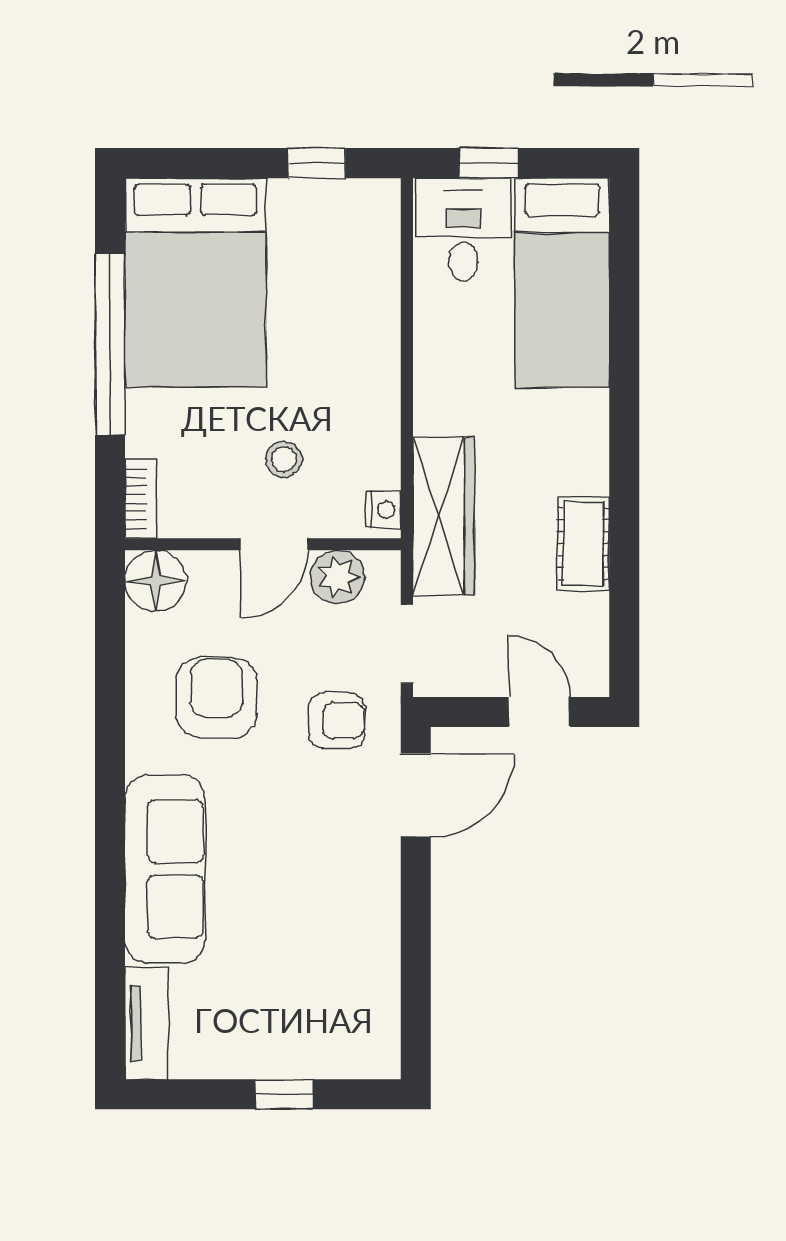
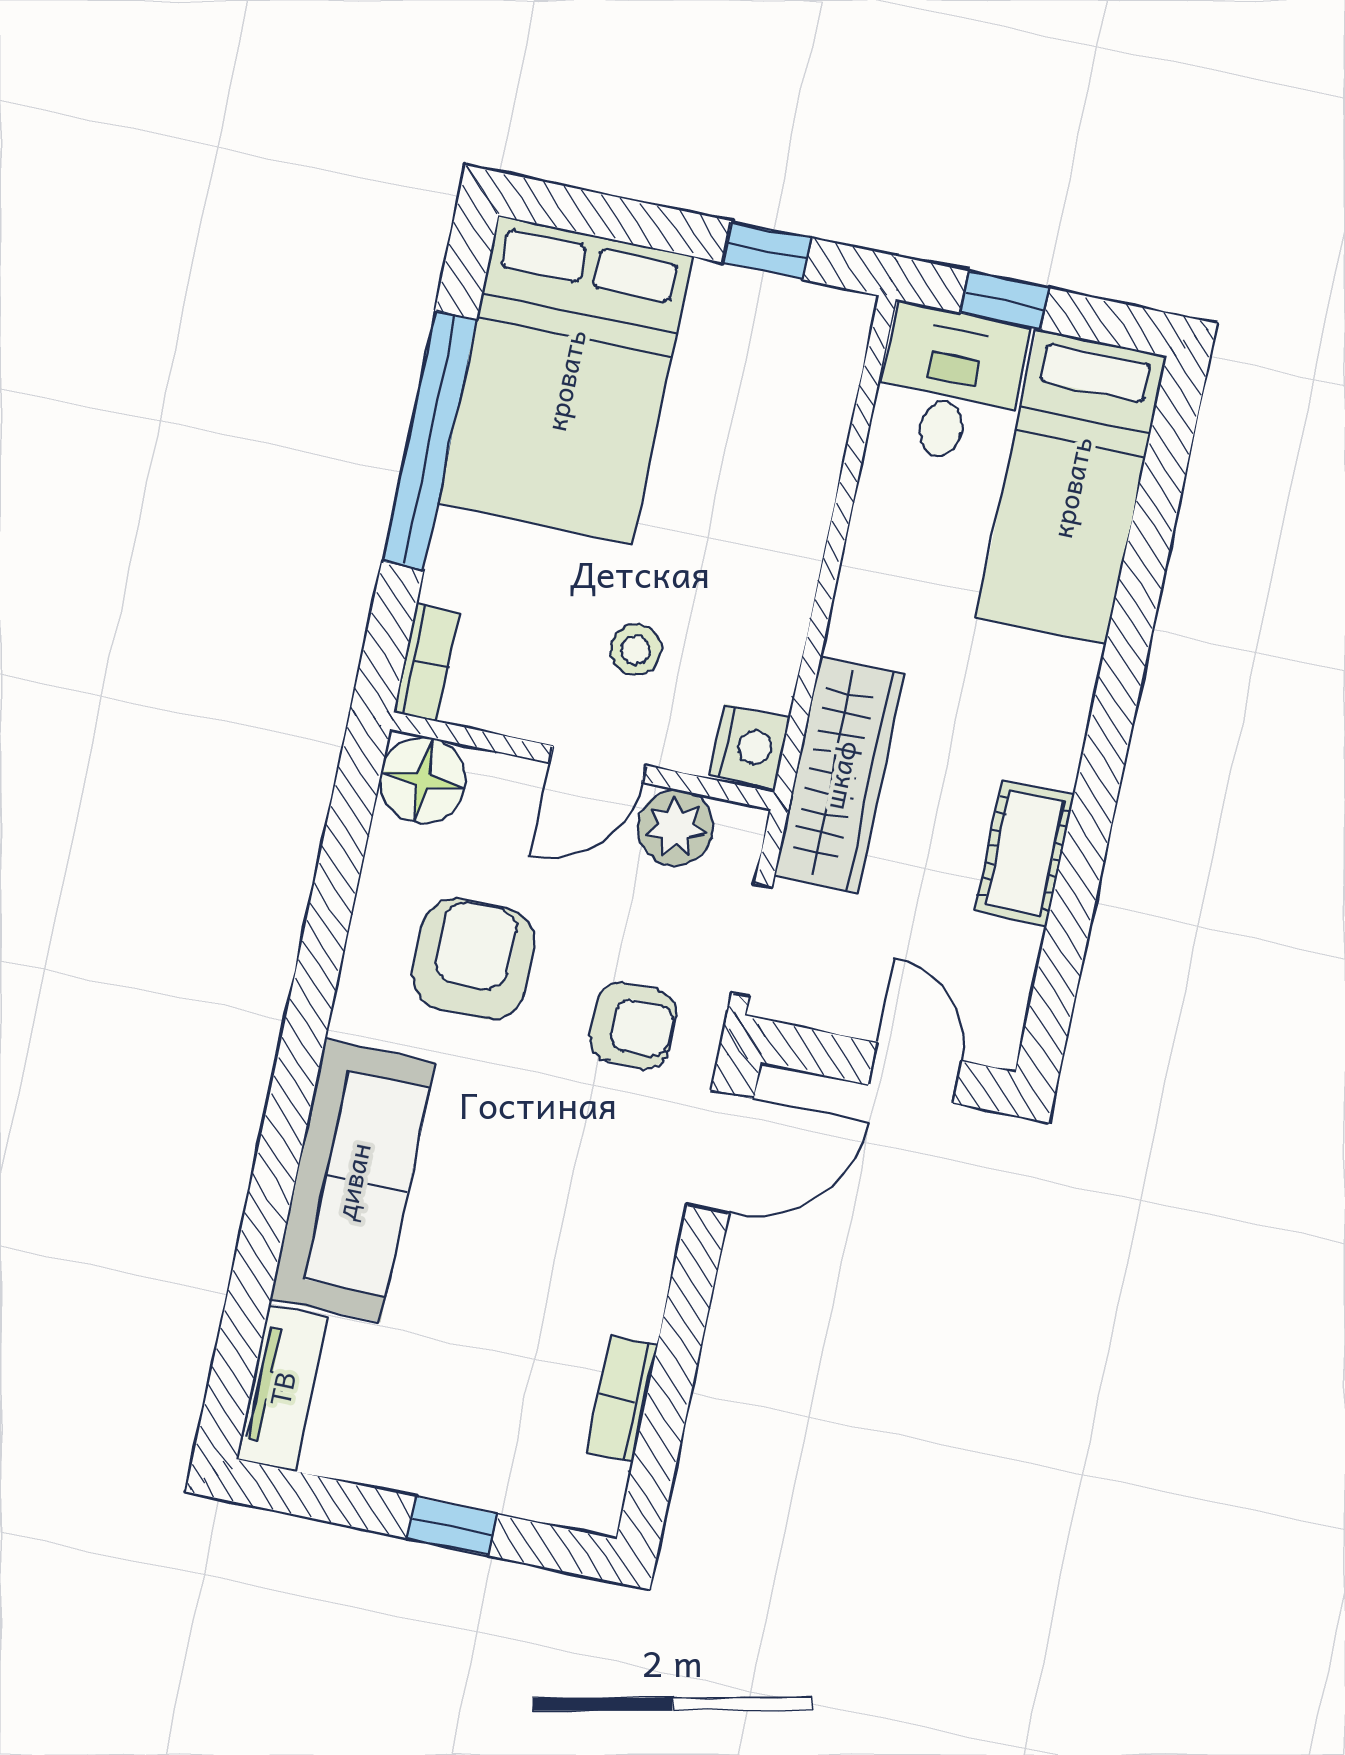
nightstand: (383, 510) -> (750, 746), width x1.39, depth x1.35
bookcase: (384, 981) -> (622, 1399), added

